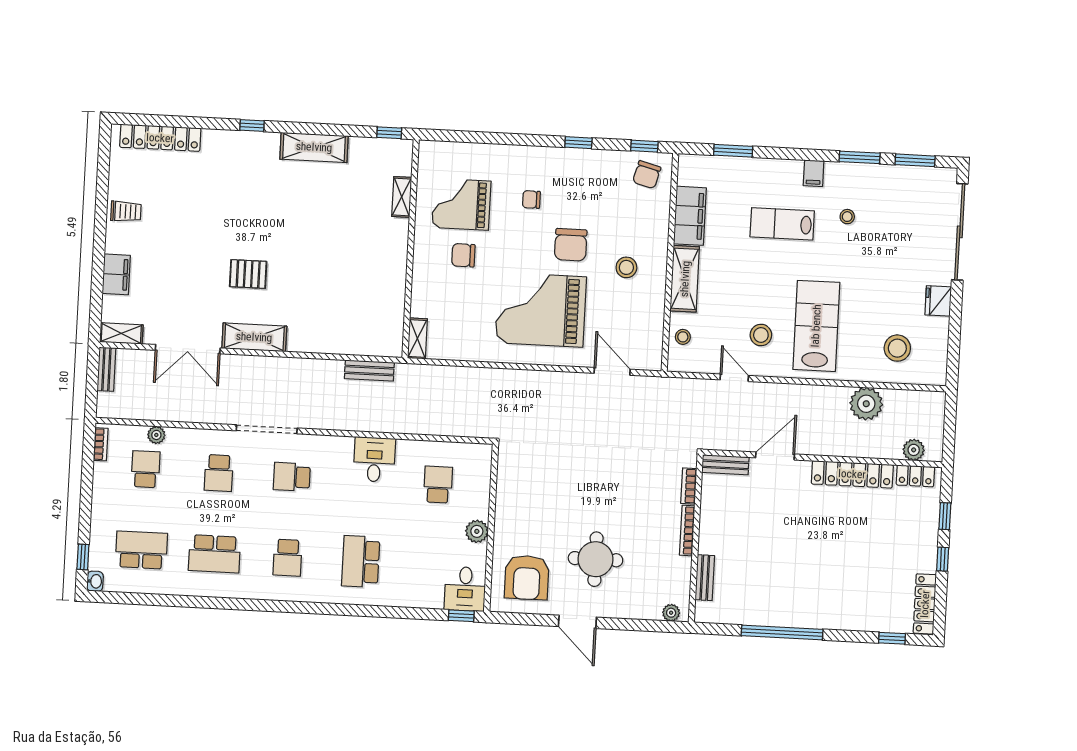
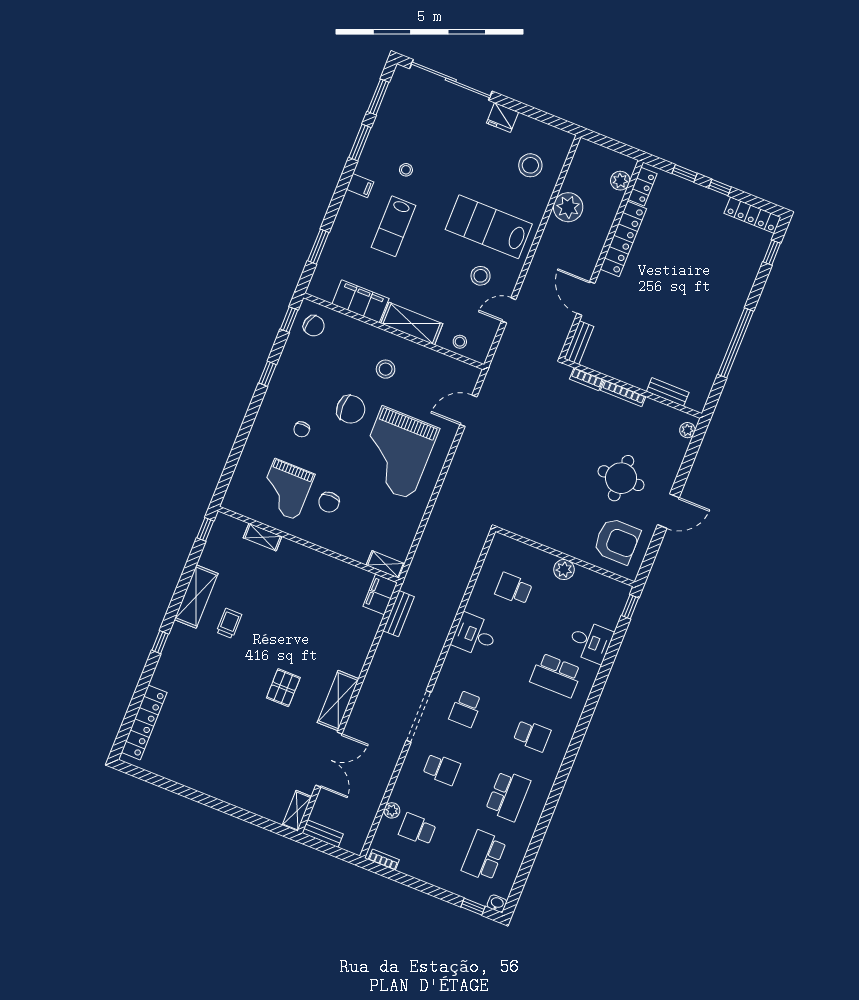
trolley: (126, 211) -> (229, 623), moved
filing cabinet: (116, 274) -> (380, 594), moved, turned -90
desk: (465, 589) -> (590, 642), moved

